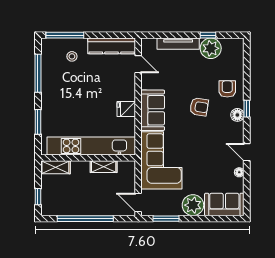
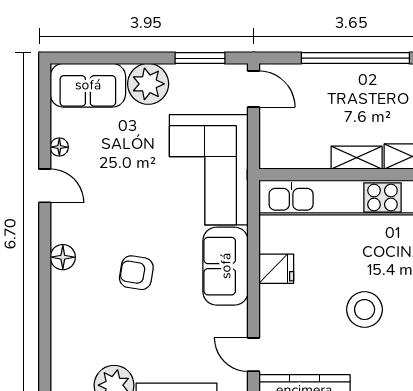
stool: (72, 56) -> (365, 310), moved, width x1.89, depth x1.89
armchair: (227, 89) -> (82, 307), removed
window: (247, 109) -> (45, 269), removed
shelving: (104, 167) -> (357, 158), moved

